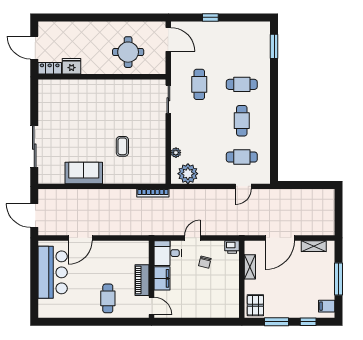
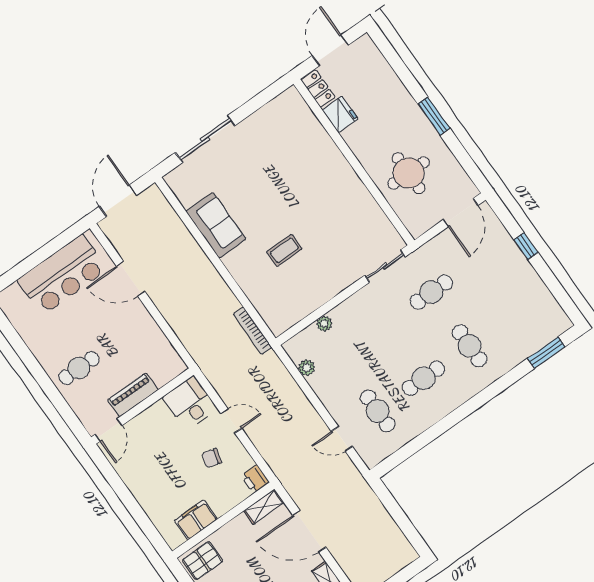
window: (108, 17) -> (434, 116), added
plant: (188, 174) -> (307, 368), width x0.53, depth x0.53
shelving: (250, 267) -> (264, 507), moved
filing cabinet: (162, 278) -> (196, 520), moved, turned 180

